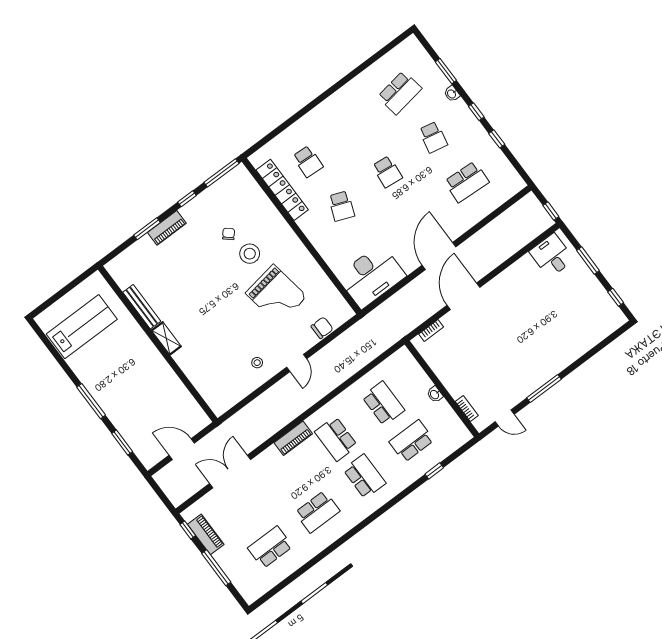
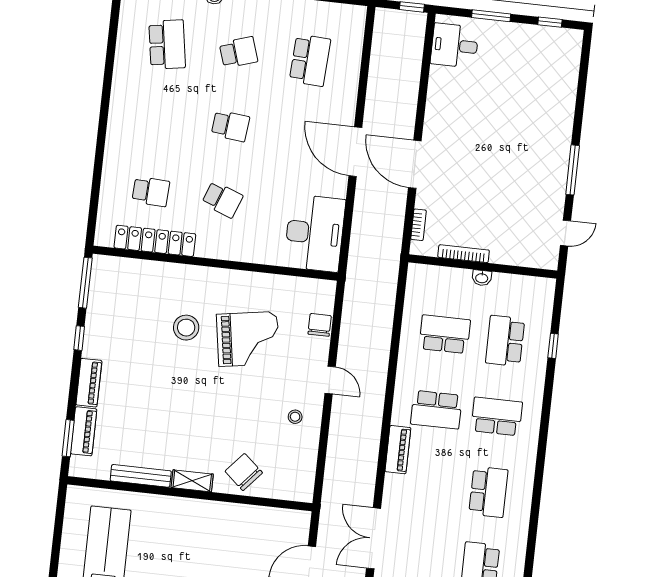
school desk: (433, 137) -> (239, 52), turned -30
window: (147, 229) -> (68, 438), moved
chair: (229, 234) -> (244, 472), moved, width x1.87, depth x1.87
piano: (137, 251) -> (84, 431), added
bookcase: (467, 408) -> (464, 254), moved, width x1.56

